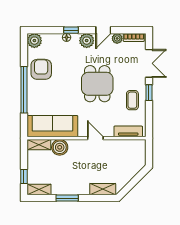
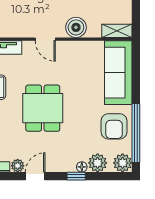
plant: (87, 41) -> (98, 163), moved
window: (24, 90) -> (136, 133), moved
sofa: (52, 126) -> (118, 73), moved, turned 90
boiler: (60, 147) -> (76, 27), moved

